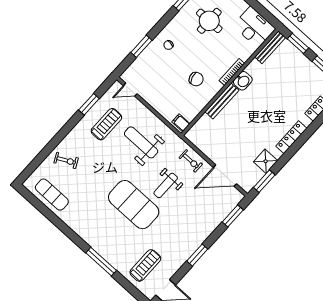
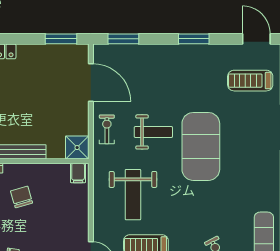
shower: (266, 161) -> (77, 148), moved

